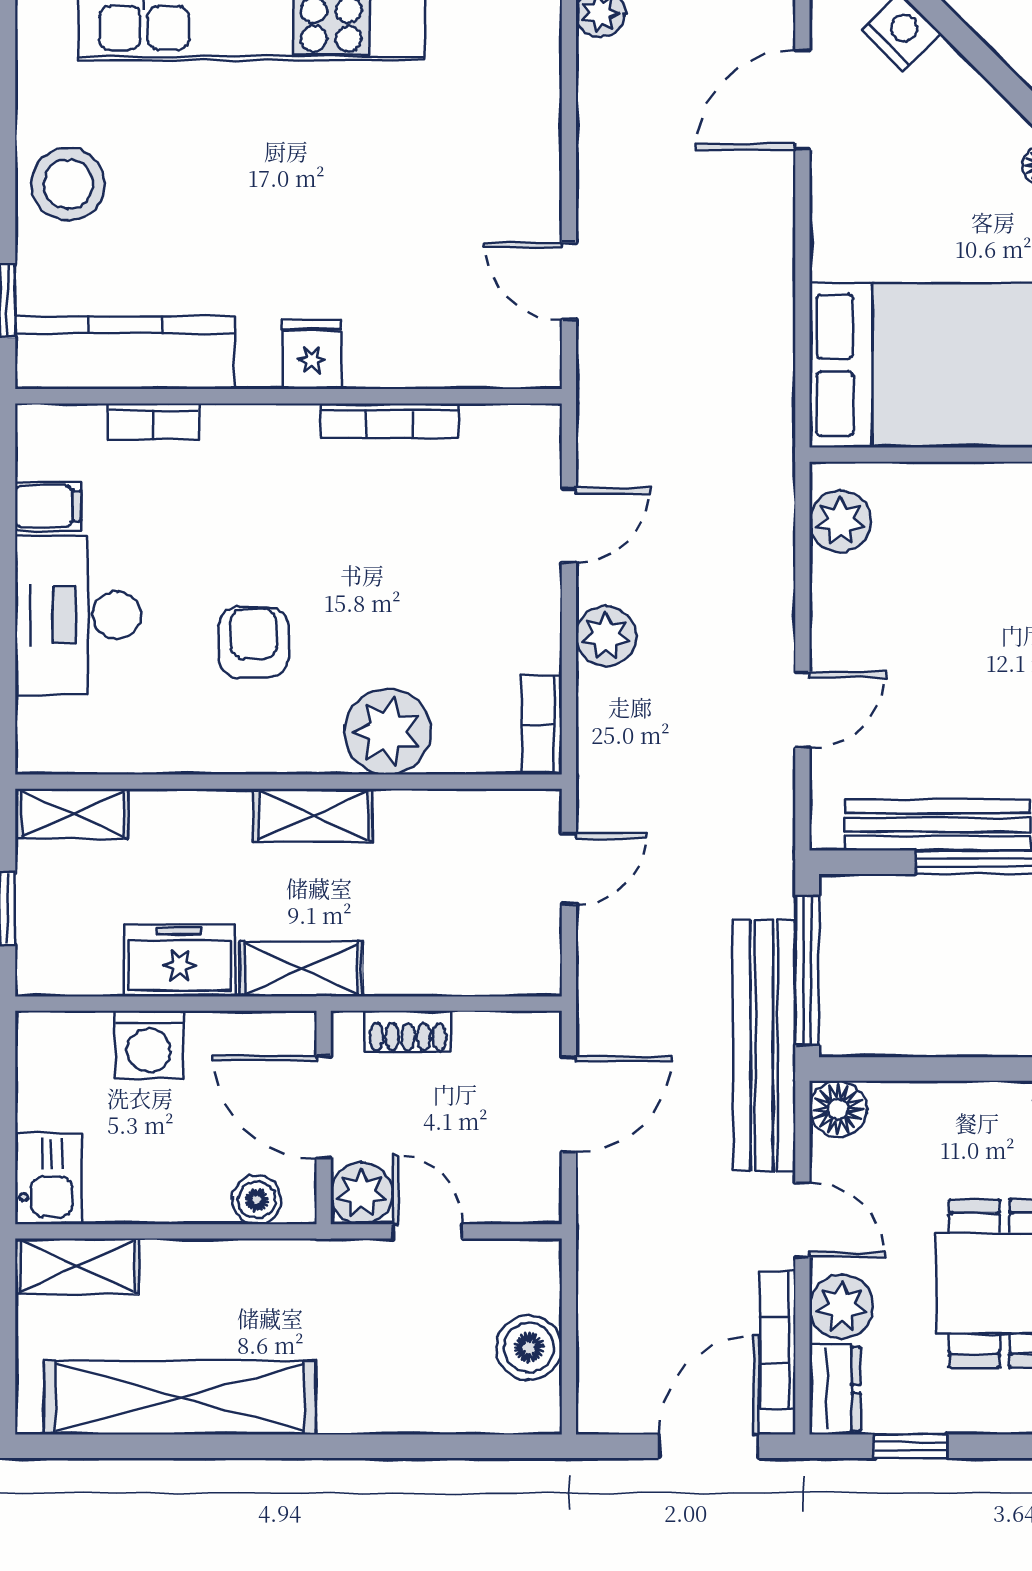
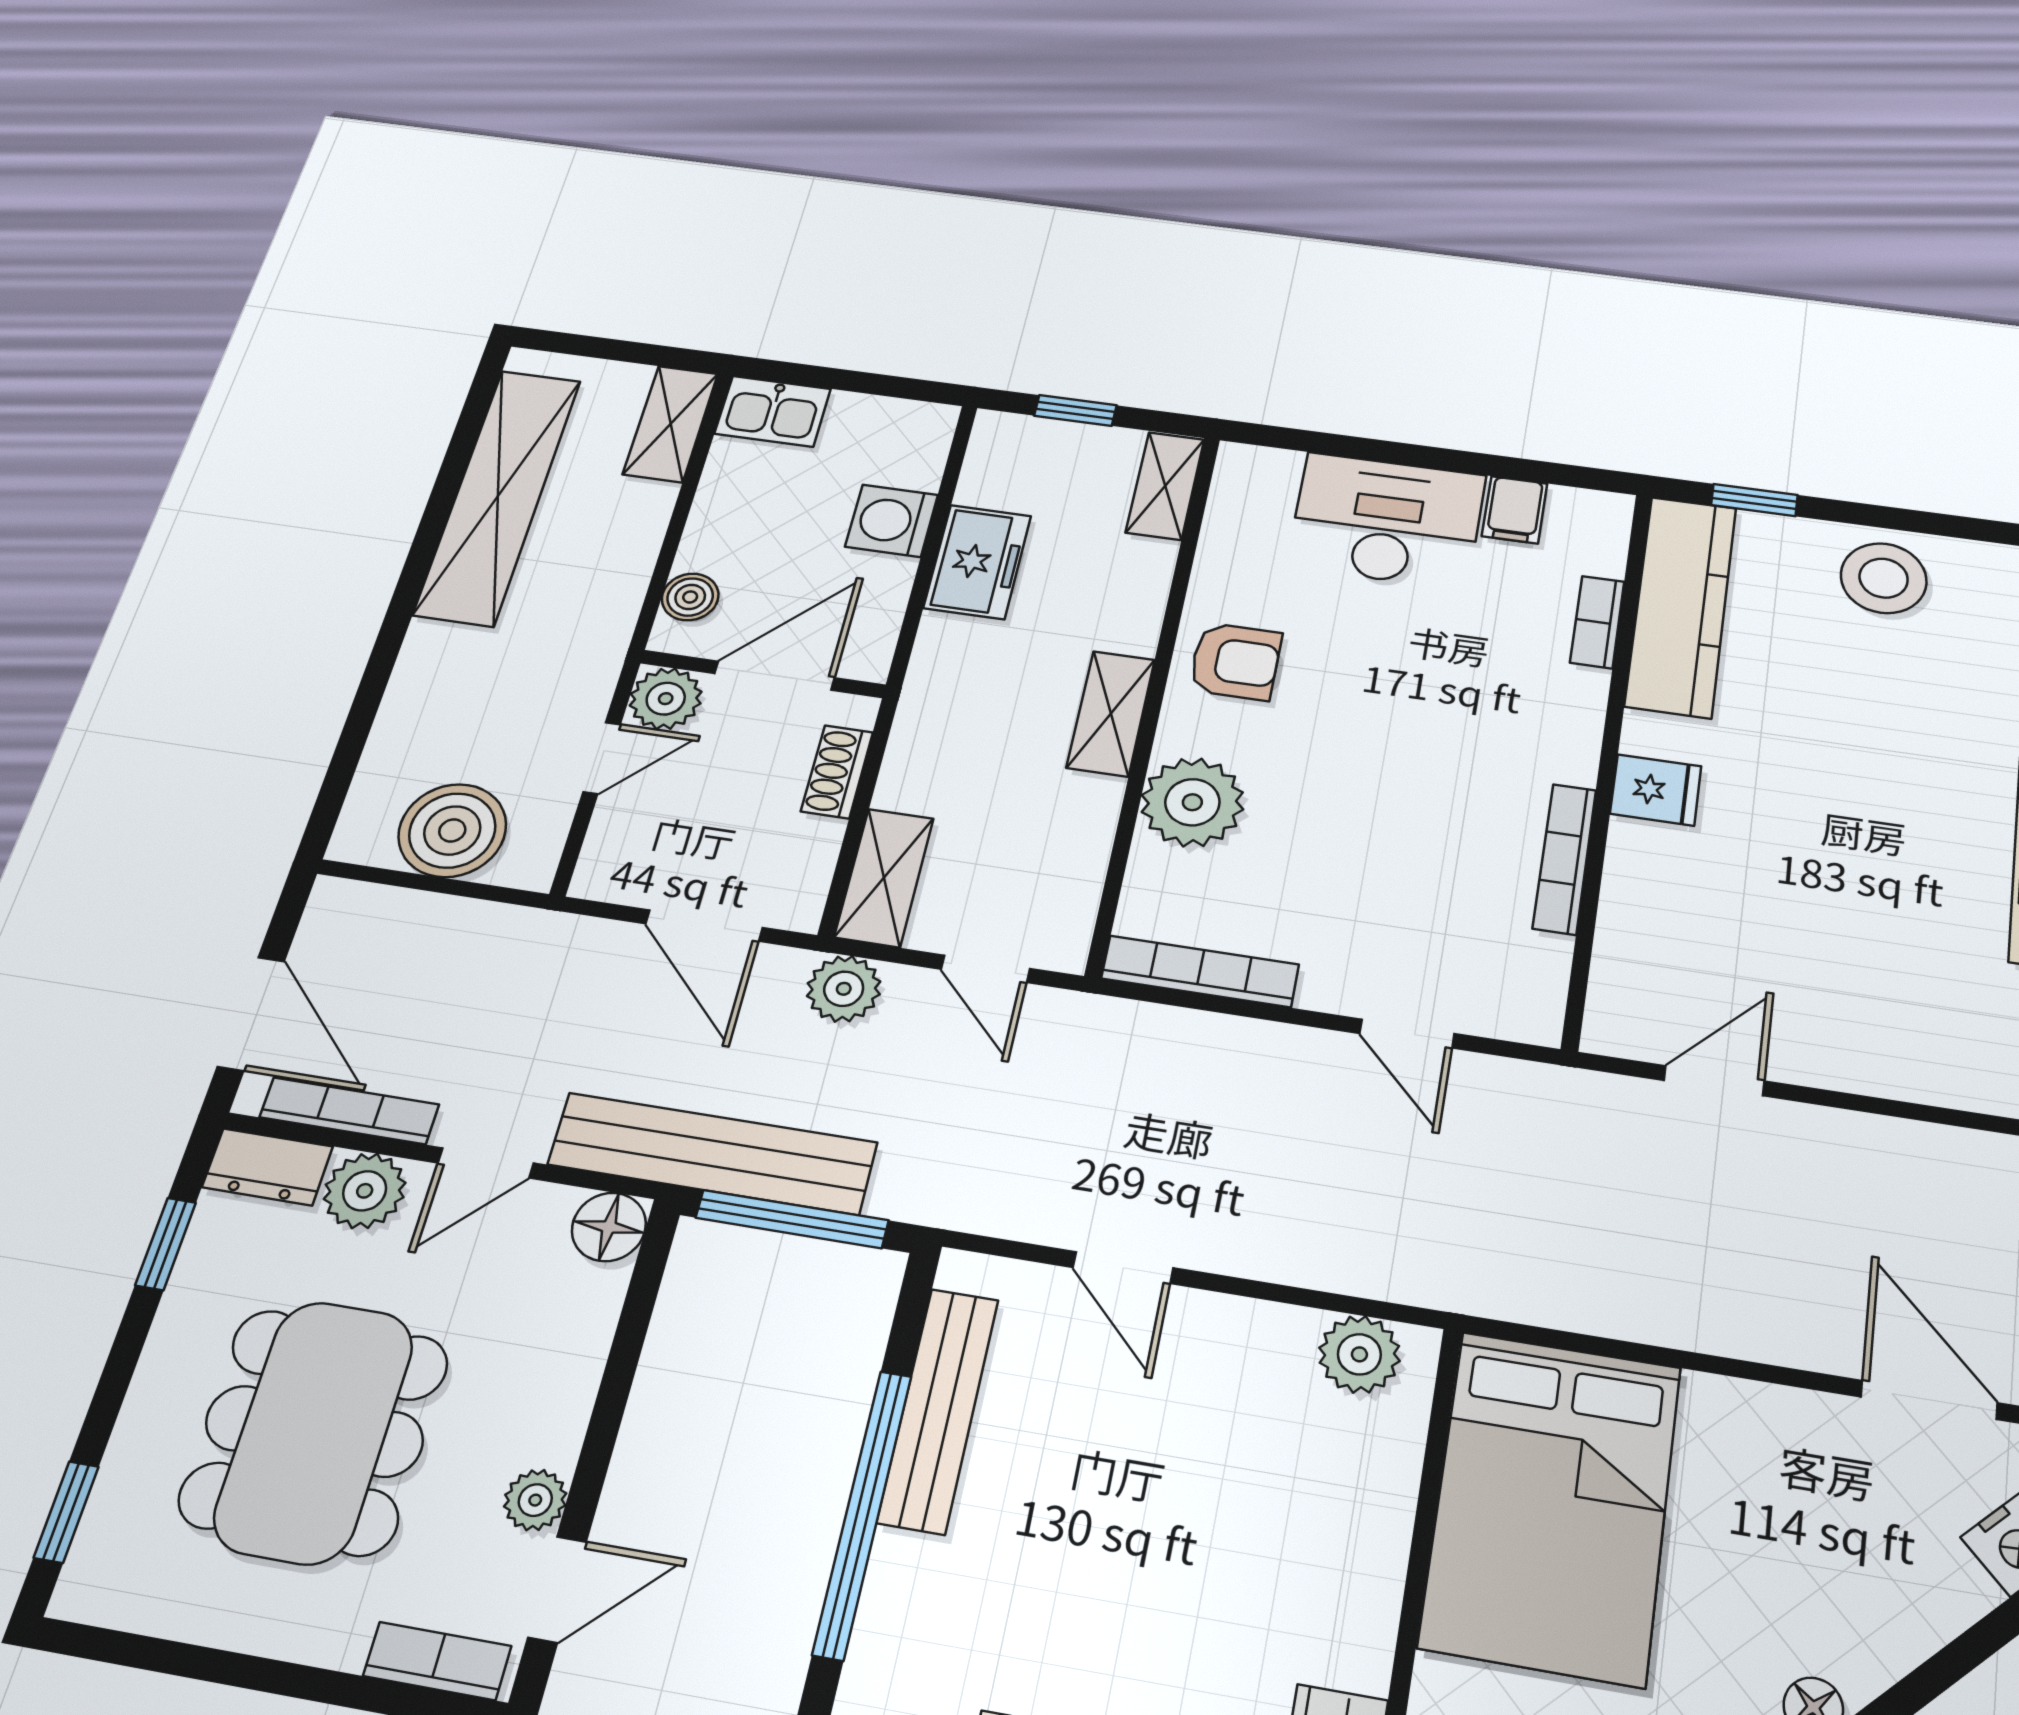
plant: (606, 636) -> (844, 989), moved
armchair: (254, 642) -> (1235, 661), moved
bookcase: (542, 725) -> (1200, 971), width x1.56
shelving: (301, 969) -> (884, 878), moved
boiler: (529, 1348) -> (452, 830), width x1.37, depth x1.37

